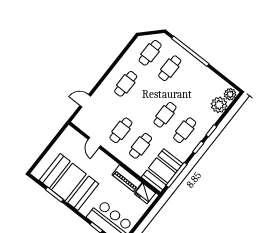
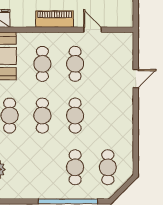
cafe table: (126, 84) -> (75, 116), moved
door: (85, 101) -> (136, 79), moved
piano: (127, 179) -> (55, 19), moved

